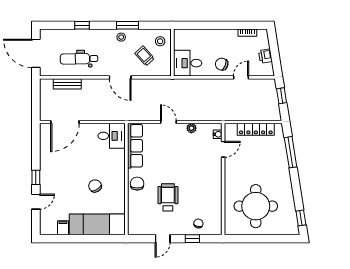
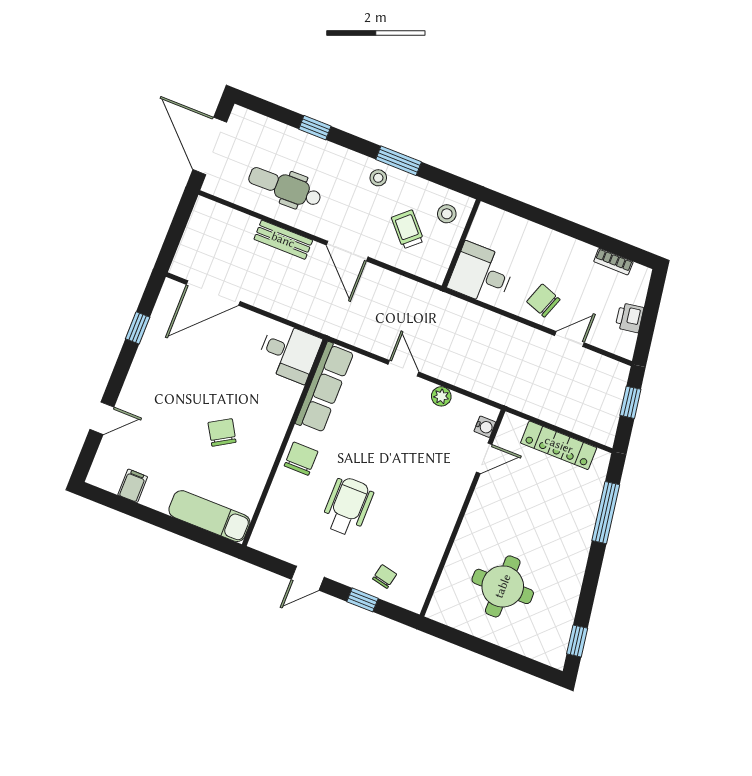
bench: (67, 84) -> (283, 240), moved
window: (36, 177) -> (138, 328), moved
round table: (256, 206) -> (503, 586), width x0.73, depth x0.73
exam couch: (97, 224) -> (209, 516), width x0.73, depth x0.69

